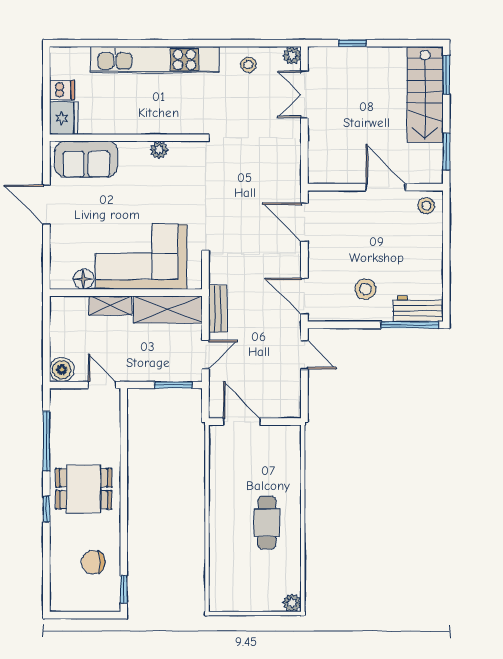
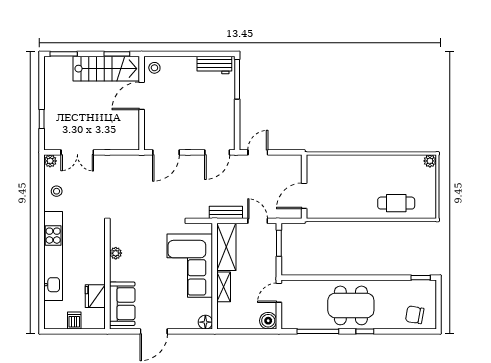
stairs: (425, 95) -> (106, 69), moved
fridge: (64, 118) -> (95, 296), moved, turned -90
floor lamp: (83, 279) -> (205, 322), moved
stool: (365, 289) -> (212, 110), removed
workbench: (418, 309) -> (214, 65), moved, turned -90
dining table: (84, 489) -> (351, 305), width x1.38
cafe table: (267, 523) -> (396, 203), moved
chair: (93, 562) -> (415, 315), moved, turned 100

